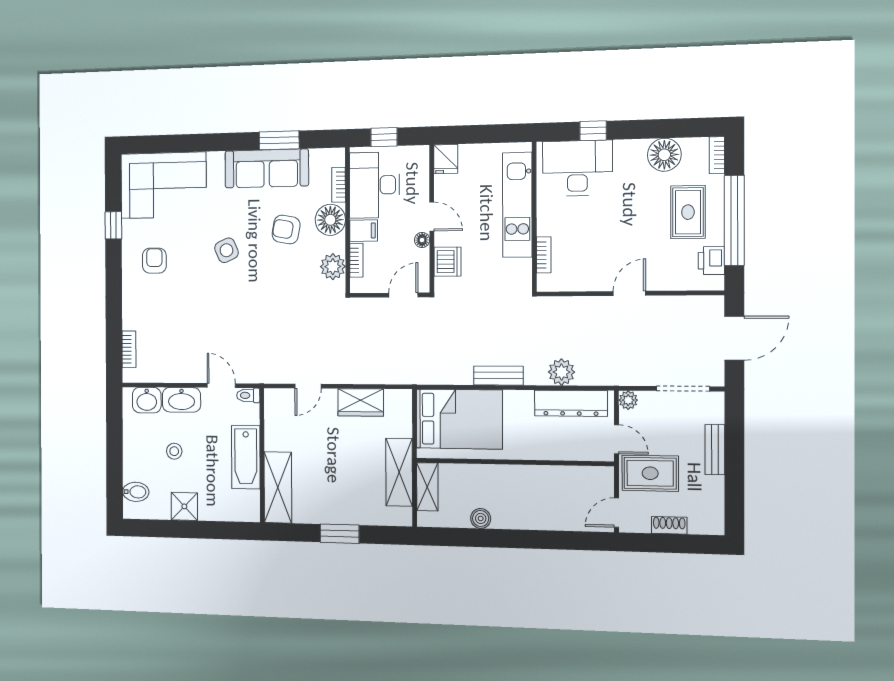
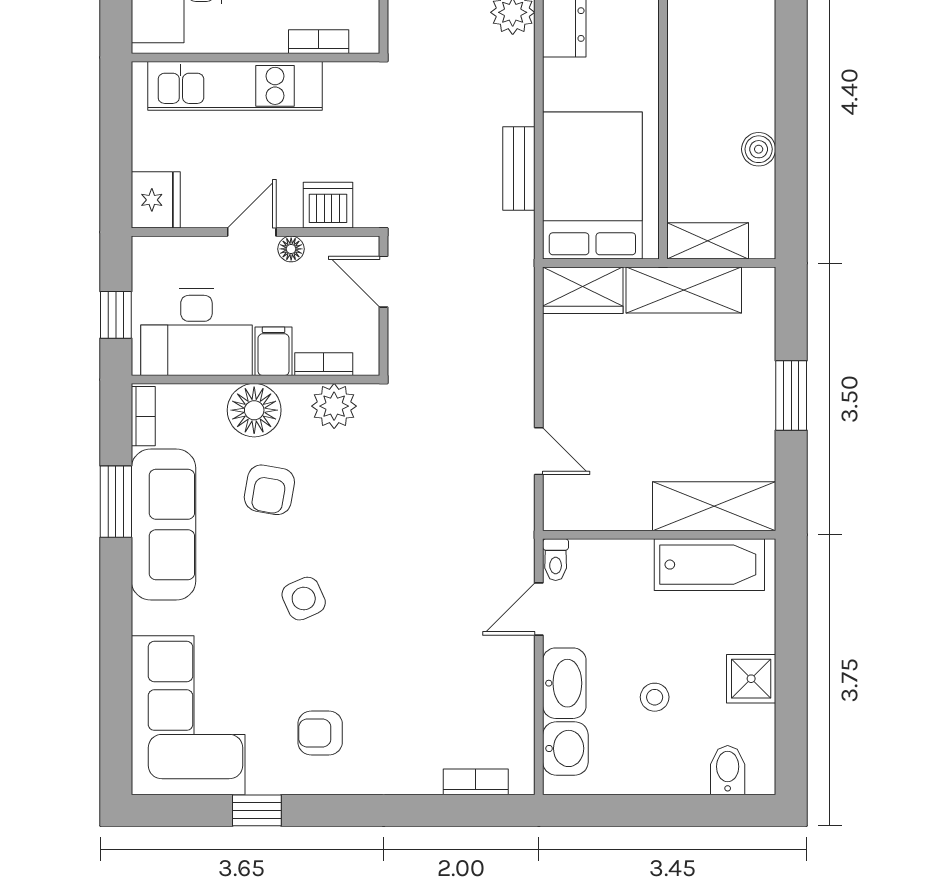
fridge: (446, 159) -> (156, 200), width x1.38
bookcase: (339, 185) -> (143, 416), moved, turned -90
bench: (498, 376) -> (519, 168), moved
wardrobe: (361, 402) -> (583, 290), moved, turned 90
bathtub: (246, 457) -> (709, 565), moved

